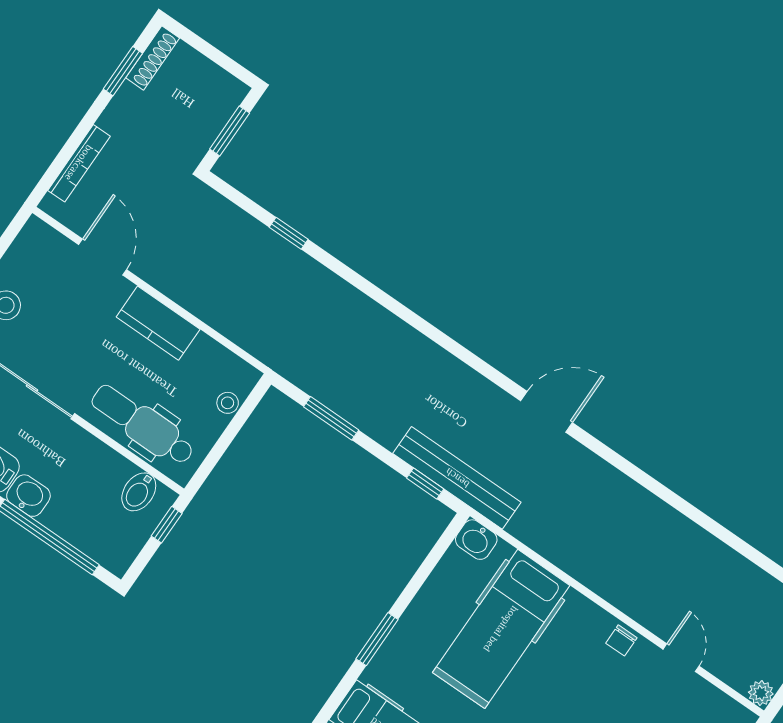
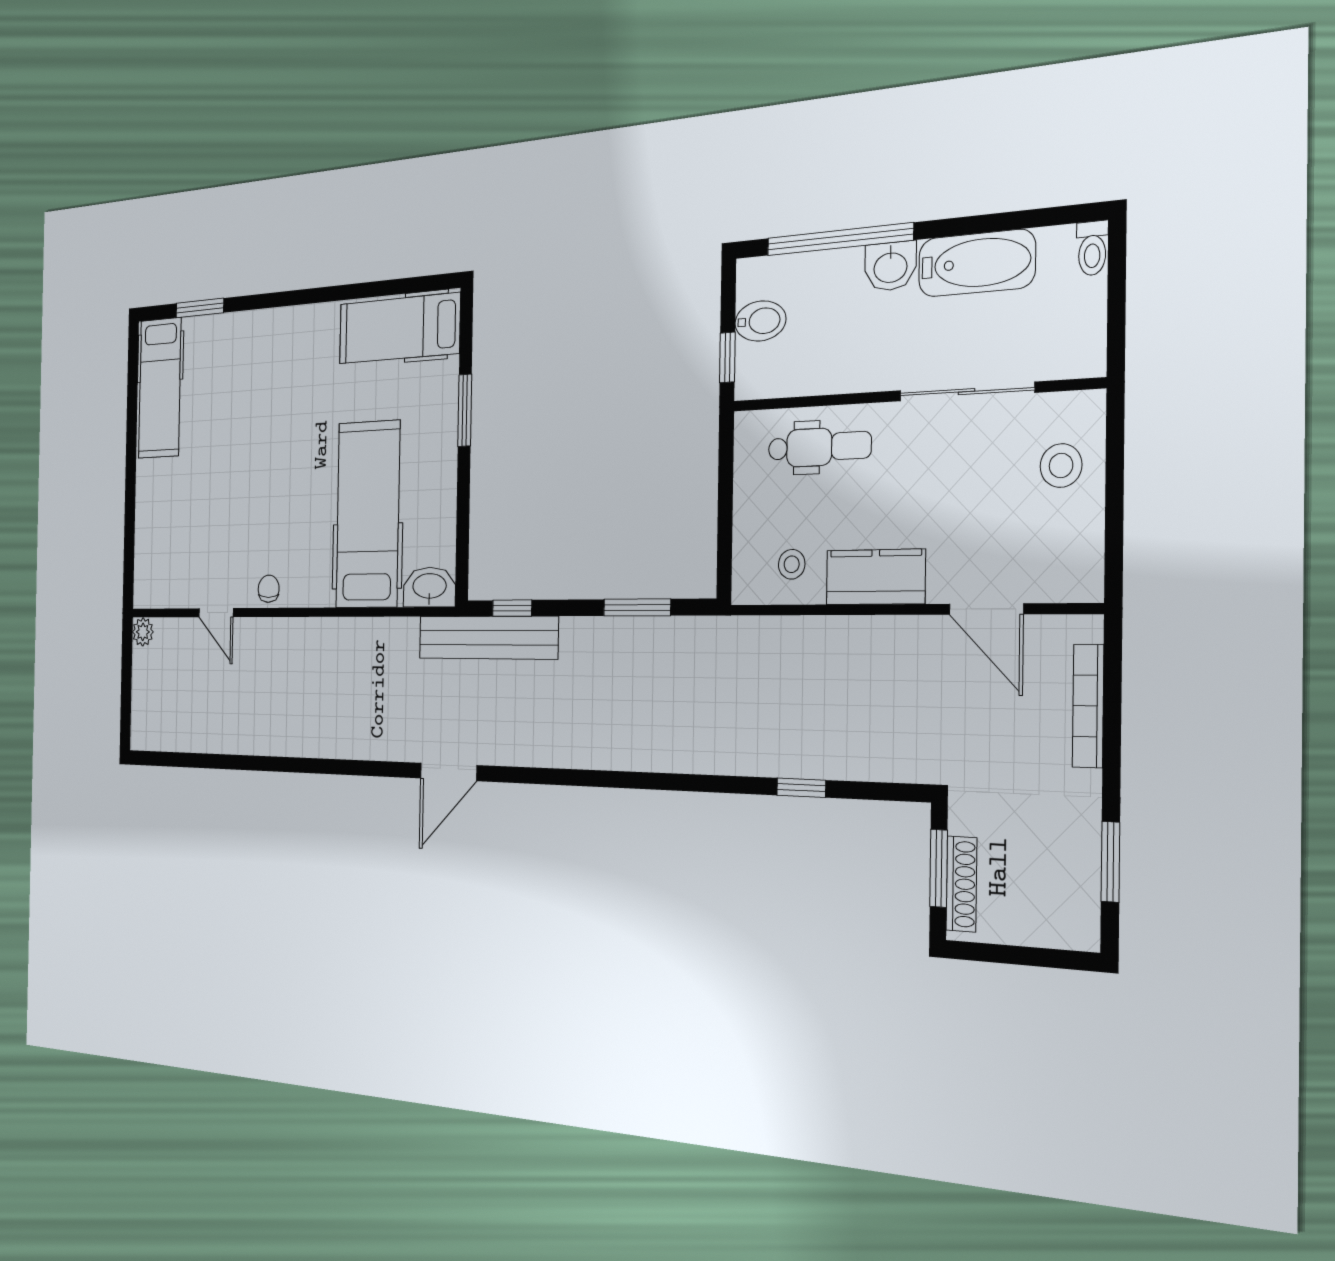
shoe rack: (153, 58) -> (961, 884), moved, turned 180
stool: (228, 403) -> (792, 564), moved
dental chair: (143, 425) -> (819, 447), width x0.73, depth x0.72
bidet: (139, 492) -> (760, 321), moved, turned 90
washbasin: (476, 540) -> (429, 587), width x1.38

